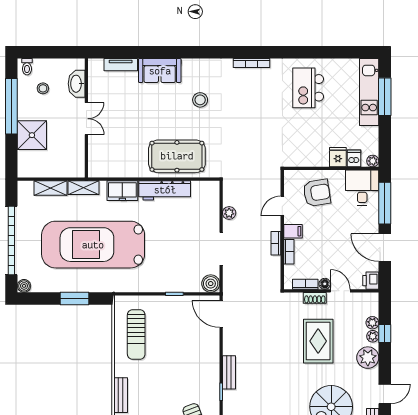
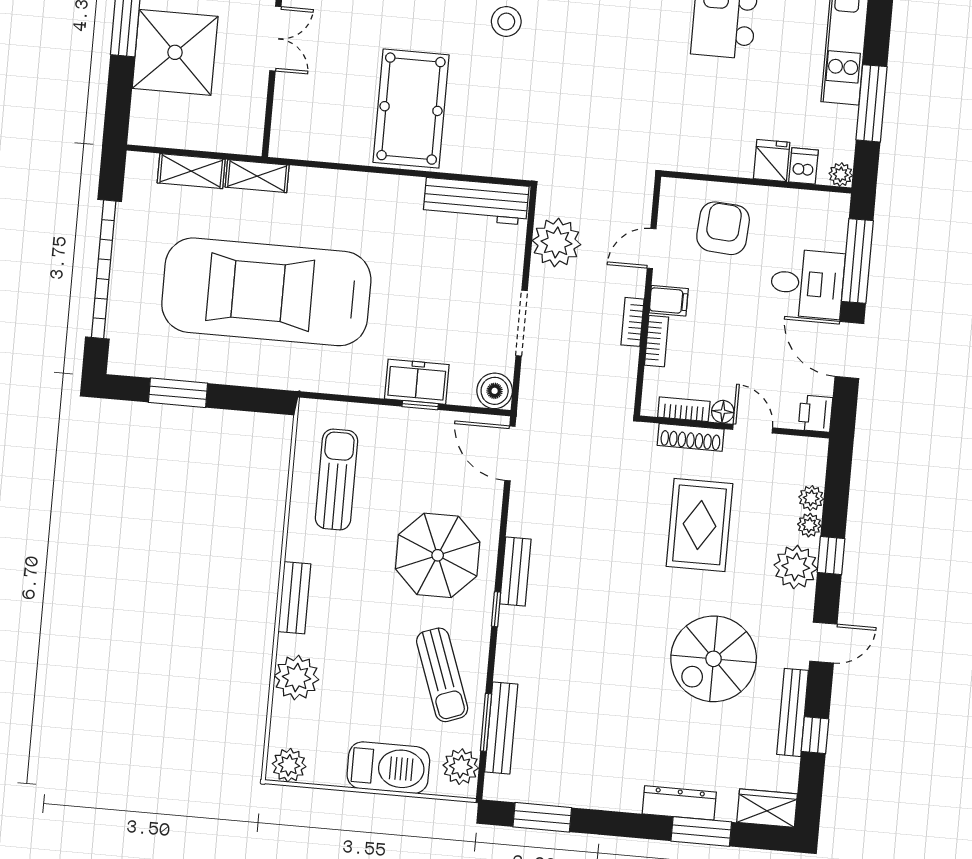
window: (385, 97) -> (871, 103), moved
shower: (32, 135) -> (175, 52), width x1.37, depth x1.37
pool table: (177, 156) -> (411, 109), moved, turned 90
desk: (362, 188) -> (807, 284), moved, turned 90
workbench: (165, 190) -> (476, 201), moved
freezer: (122, 191) -> (417, 382), moved, turned 180
armchair: (317, 193) -> (723, 228), turned -77
plant: (229, 213) -> (556, 242), width x1.87, depth x1.87
boiler: (24, 286) -> (121, 362), removed
shoe rack: (315, 298) -> (691, 437), width x1.43
window: (75, 299) -> (178, 393), moved
window: (385, 334) -> (831, 555), moved
sun lounger: (136, 335) -> (337, 479), turned 180
parasol: (190, 368) -> (438, 555), added

